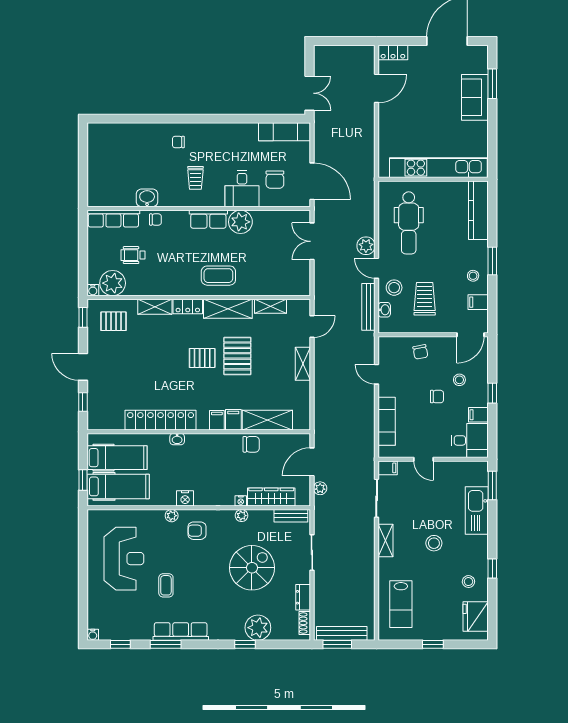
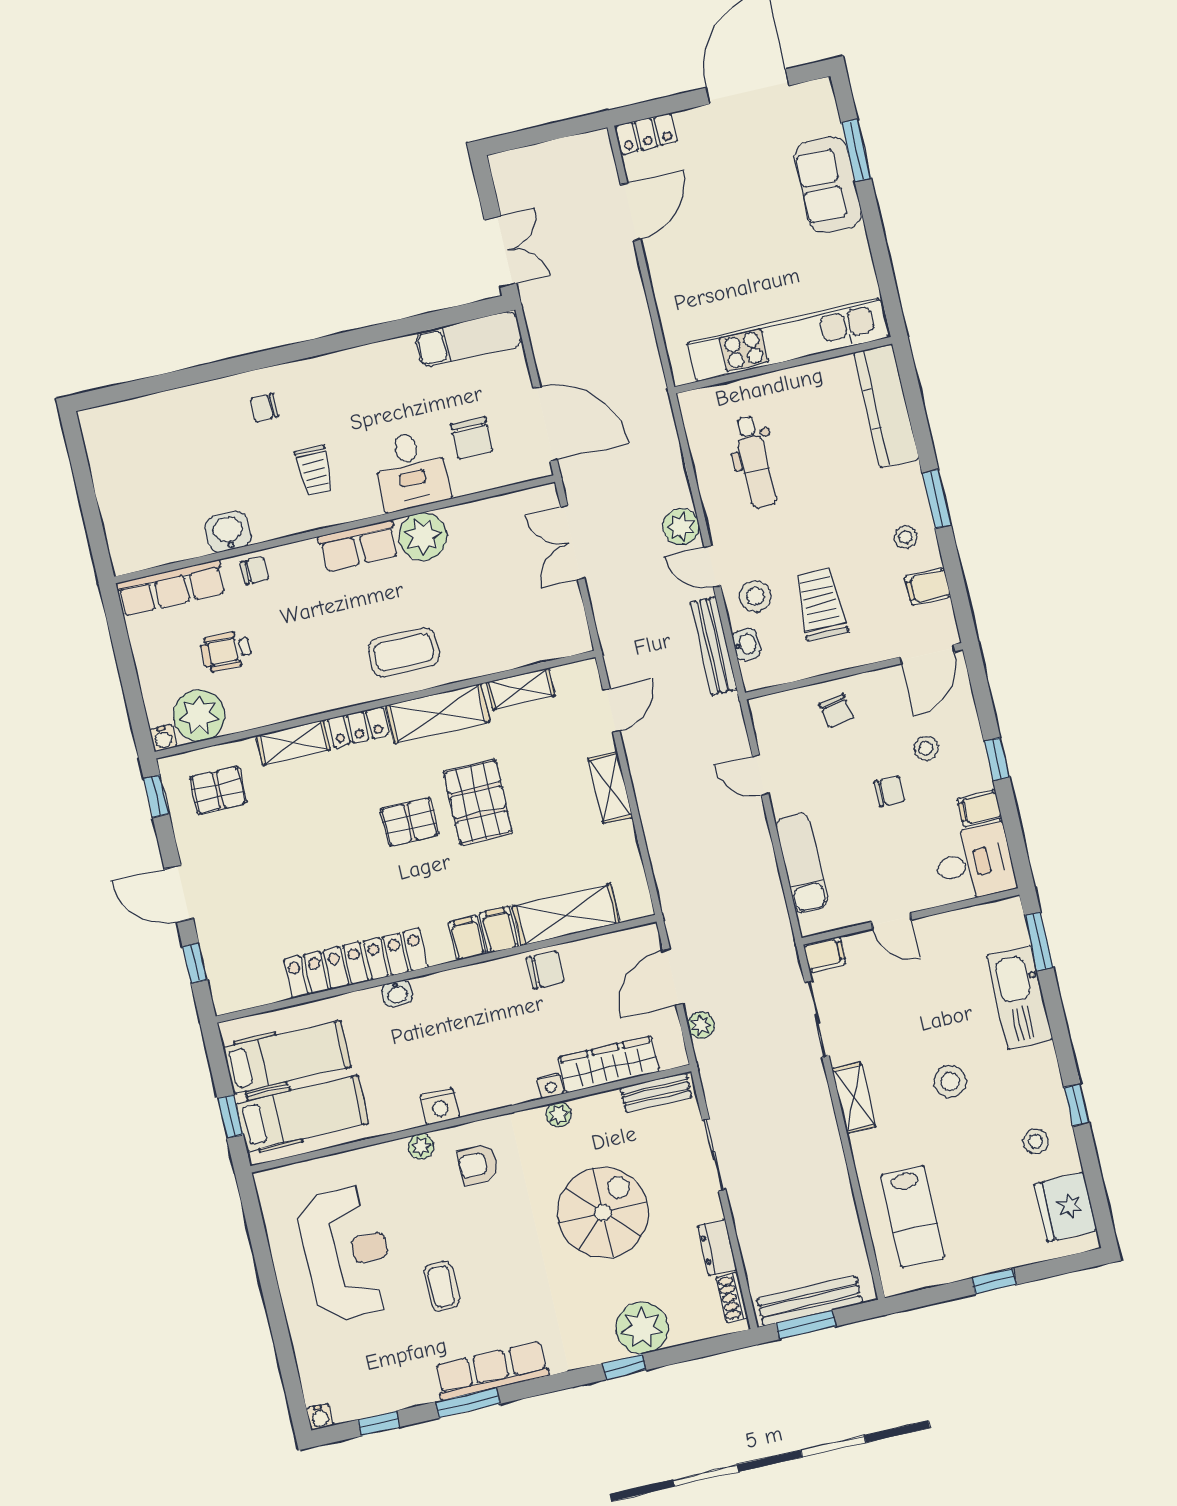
dental chair: (409, 223) -> (755, 462), width x0.73, depth x0.72

